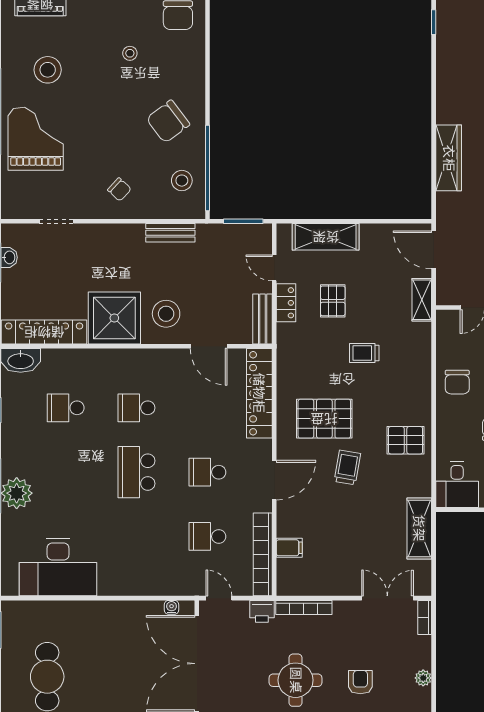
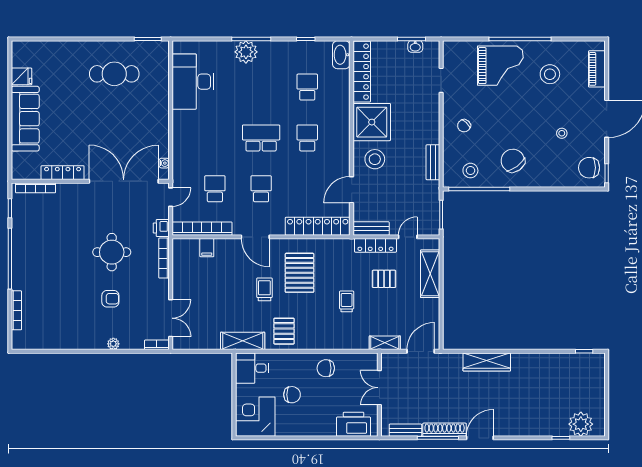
locker: (286, 303) -> (375, 245), width x1.53
trolley: (347, 467) -> (264, 289), turned -100
shelving: (419, 528) -> (243, 341), moved

